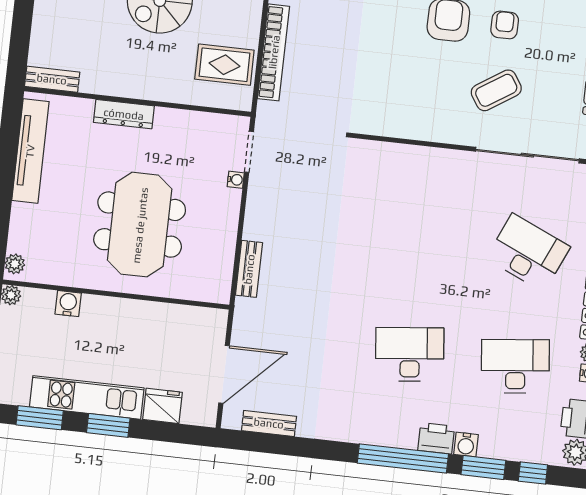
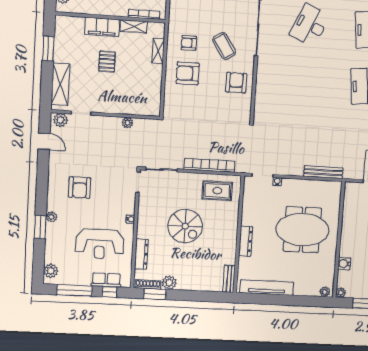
rug: (224, 65) -> (217, 191), turned 90
armchair: (427, 110) -> (236, 83), added
bench: (249, 269) -> (323, 172), width x1.36

